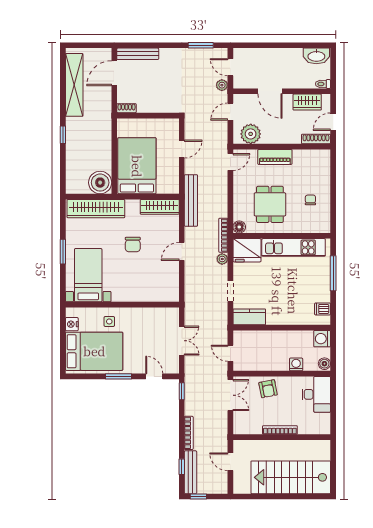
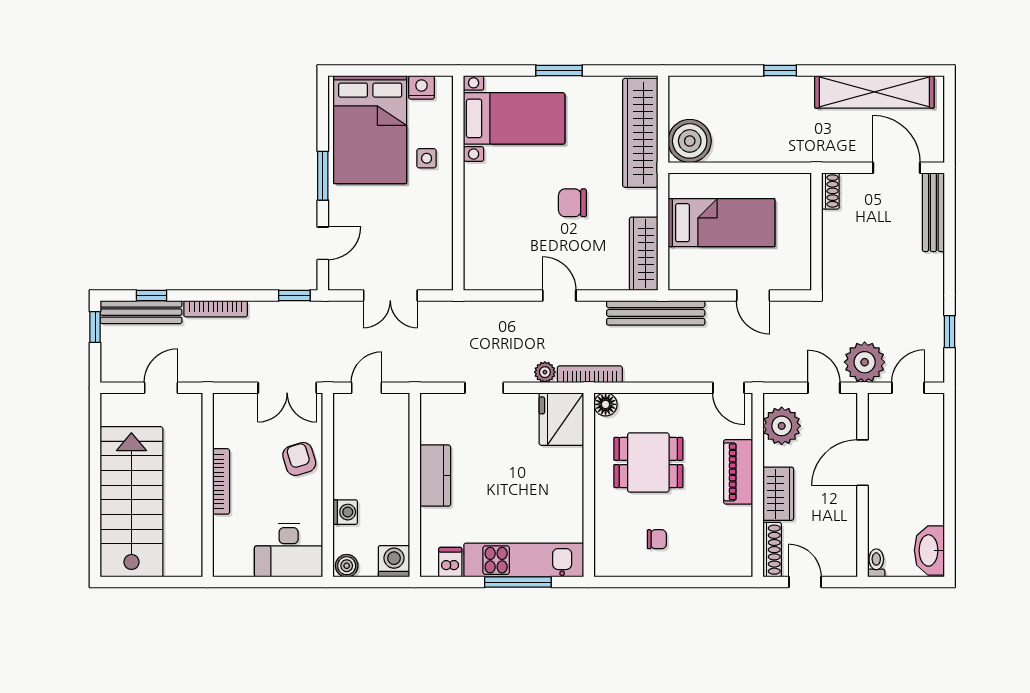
window: (201, 45) -> (950, 332), width x0.67
plant: (222, 85) -> (865, 362), width x1.88, depth x1.88
wardrobe: (307, 102) -> (778, 494), moved, turned 180
bed: (137, 166) -> (721, 223), width x0.67
kitchen unit: (294, 247) -> (524, 560), moved, turned 90
kitchen counter: (249, 317) -> (435, 476), moved
armchair: (268, 389) -> (299, 459), turned 84

